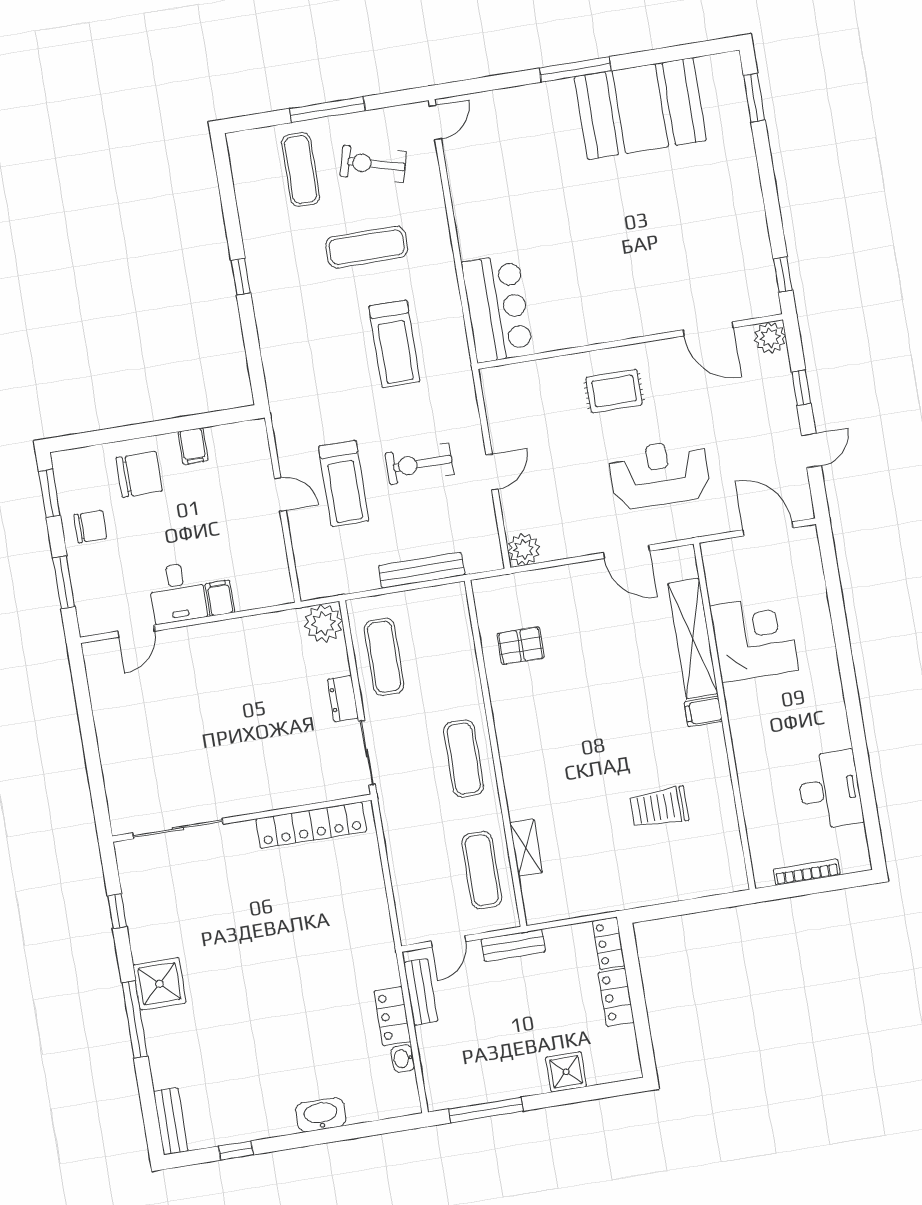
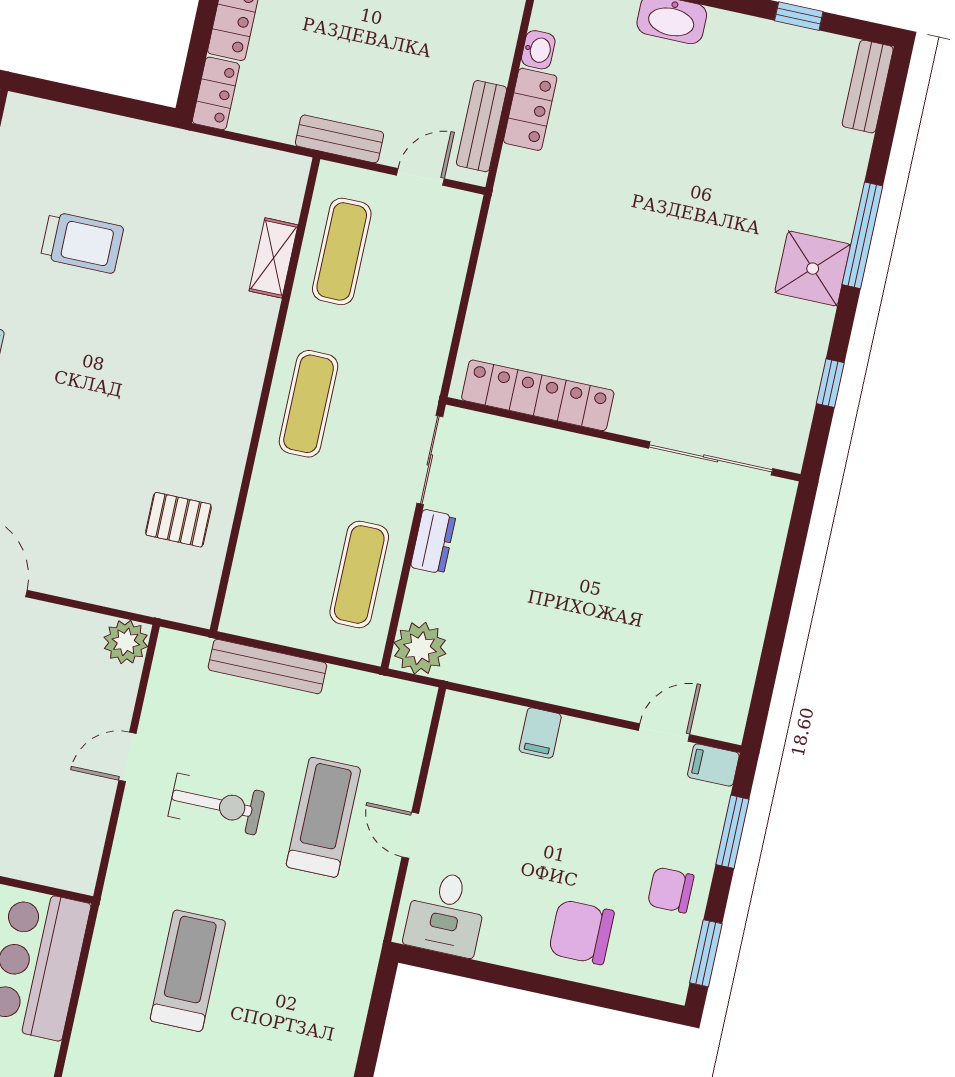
filing cabinet: (193, 446) -> (713, 765), moved, turned -90
desk: (177, 593) -> (446, 913), moved, turned 180

